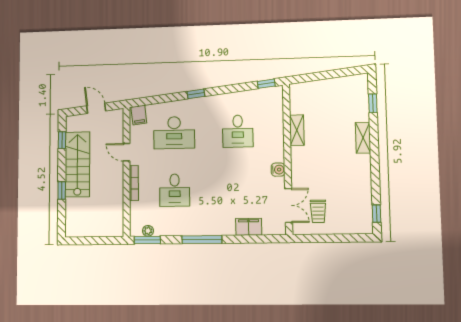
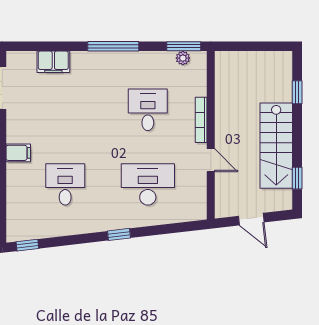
filing cabinet: (139, 115) -> (18, 153), moved, turned 97
water cooler: (278, 170) -> (15, 134), removed
window: (62, 190) -> (297, 92), moved

